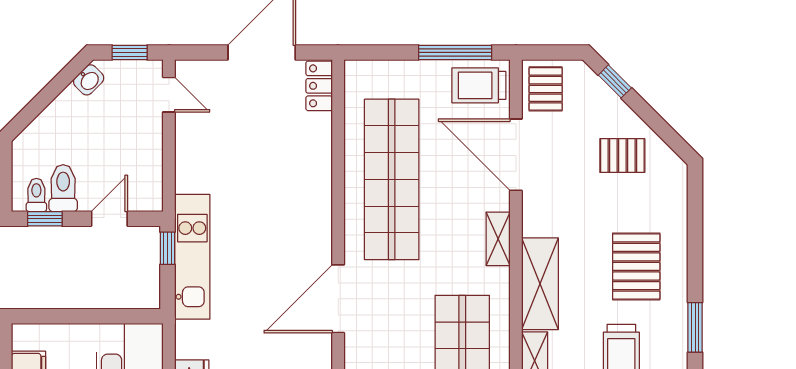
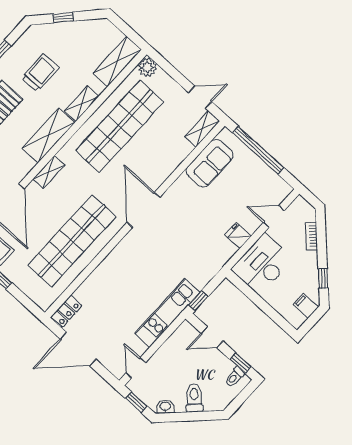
toilet: (63, 188) -> (194, 398), moved, turned 135
kitchen unit: (192, 257) -> (167, 313), moved
door: (338, 299) -> (143, 210), swing flipped

